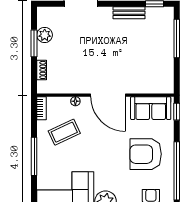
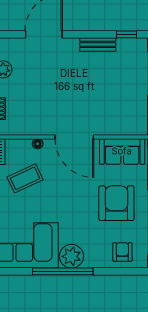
armchair: (146, 154) -> (116, 203), turned 90

